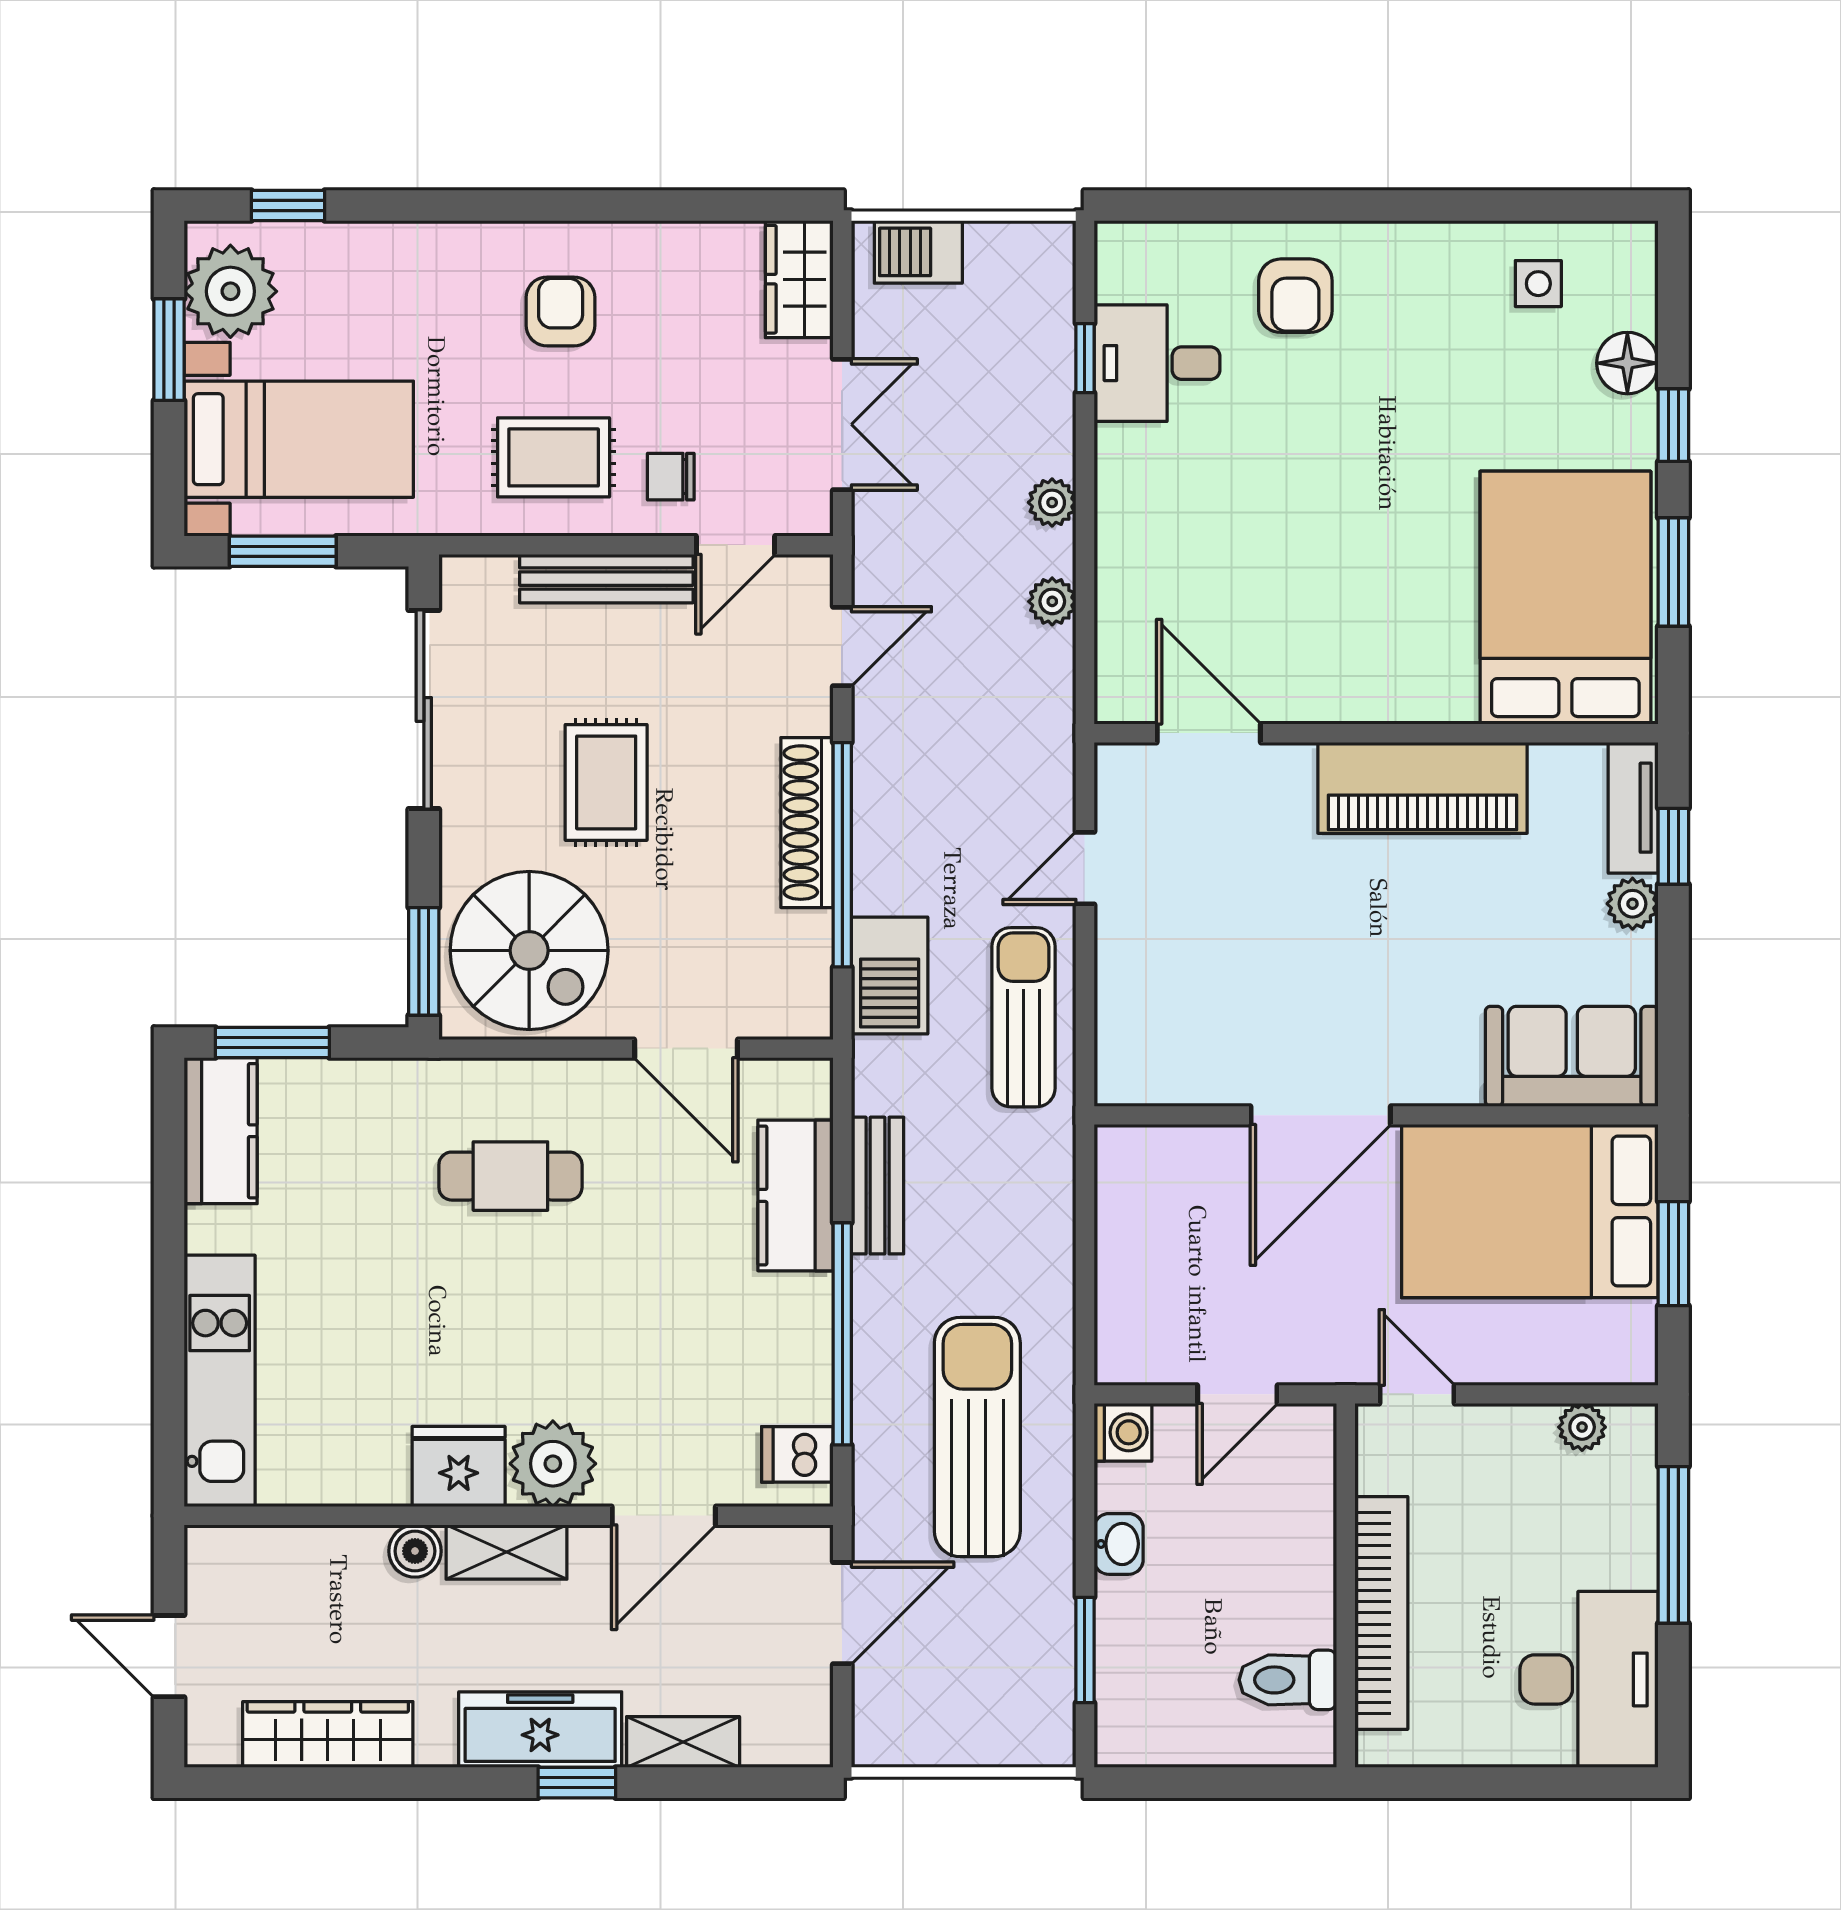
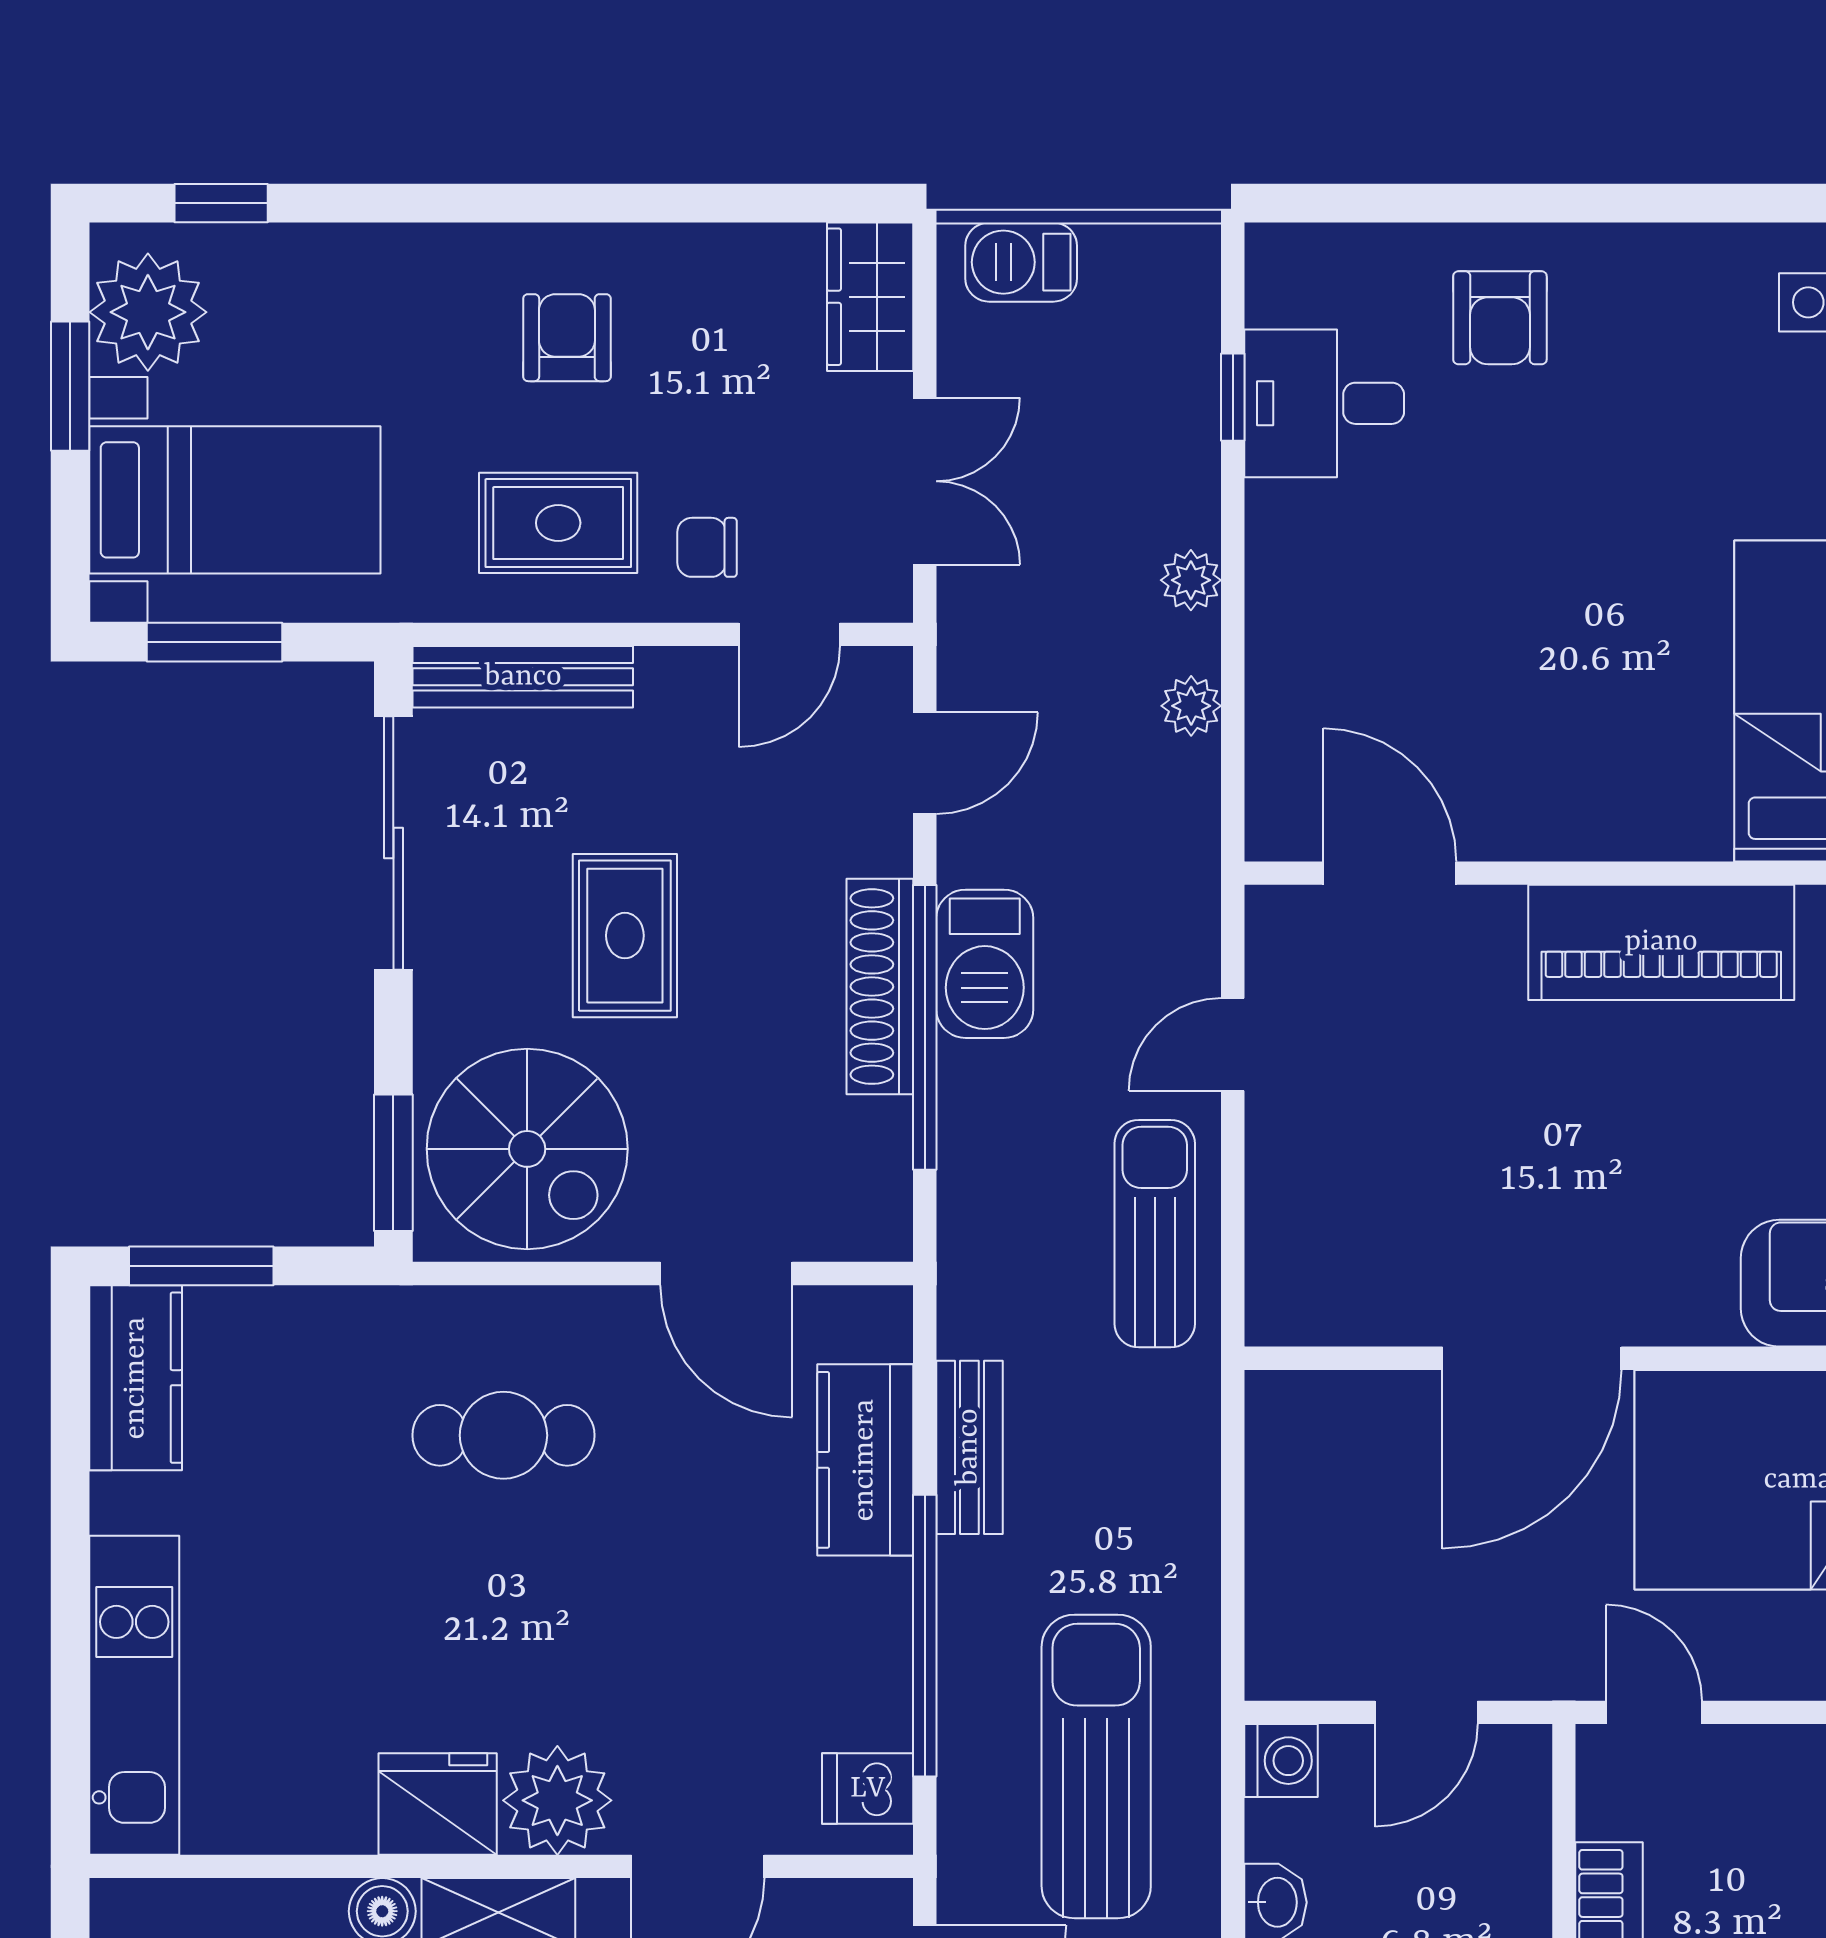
bench: (606, 579) -> (523, 677), moved
barbecue: (890, 976) -> (985, 964), moved

